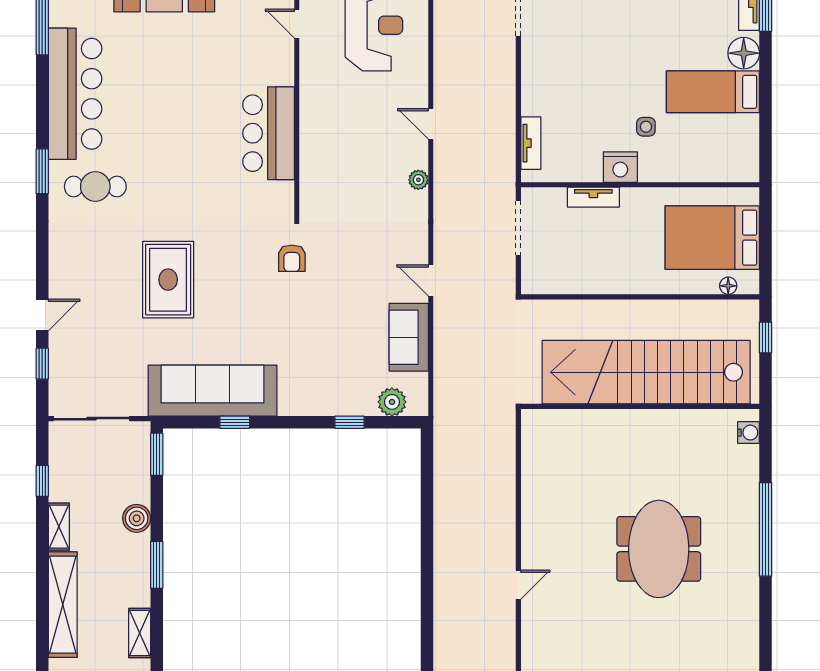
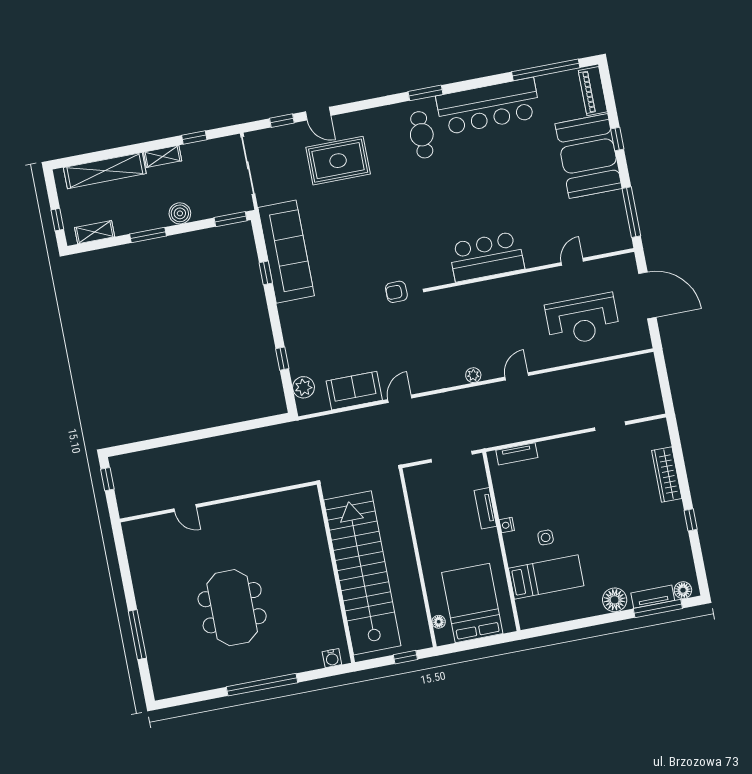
bed: (713, 92) -> (546, 577), moved, turned 90
nightstand: (620, 167) -> (507, 525), width x0.53, depth x0.56
rug: (168, 280) -> (338, 161), moved
meeting table: (659, 549) -> (232, 608), turned 90

